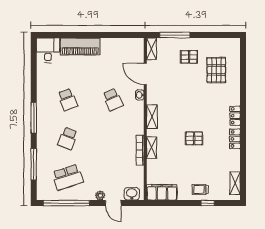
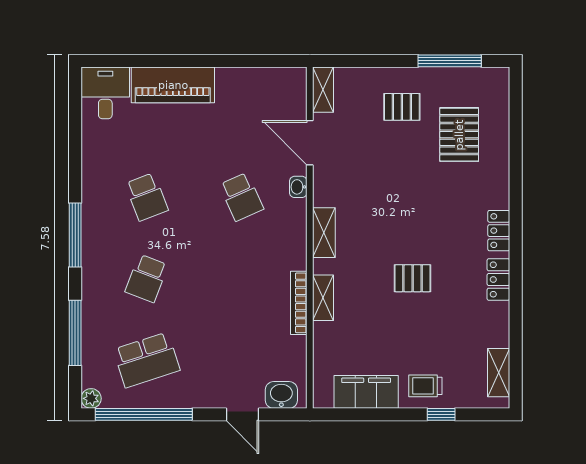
window: (175, 35) -> (450, 61), moved
filing cabinet: (162, 192) -> (366, 392), moved
plant: (100, 195) -> (91, 398), moved

